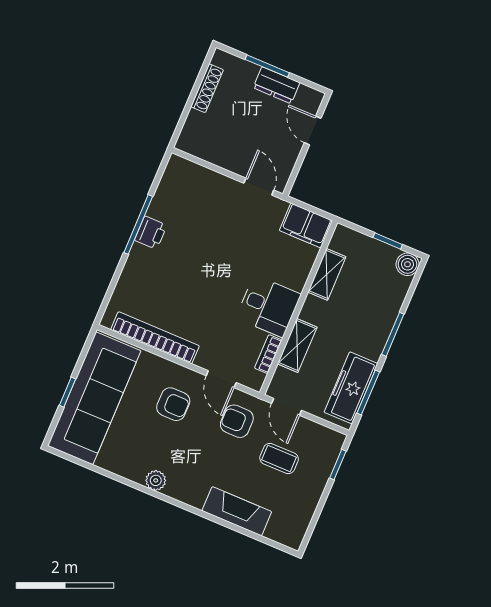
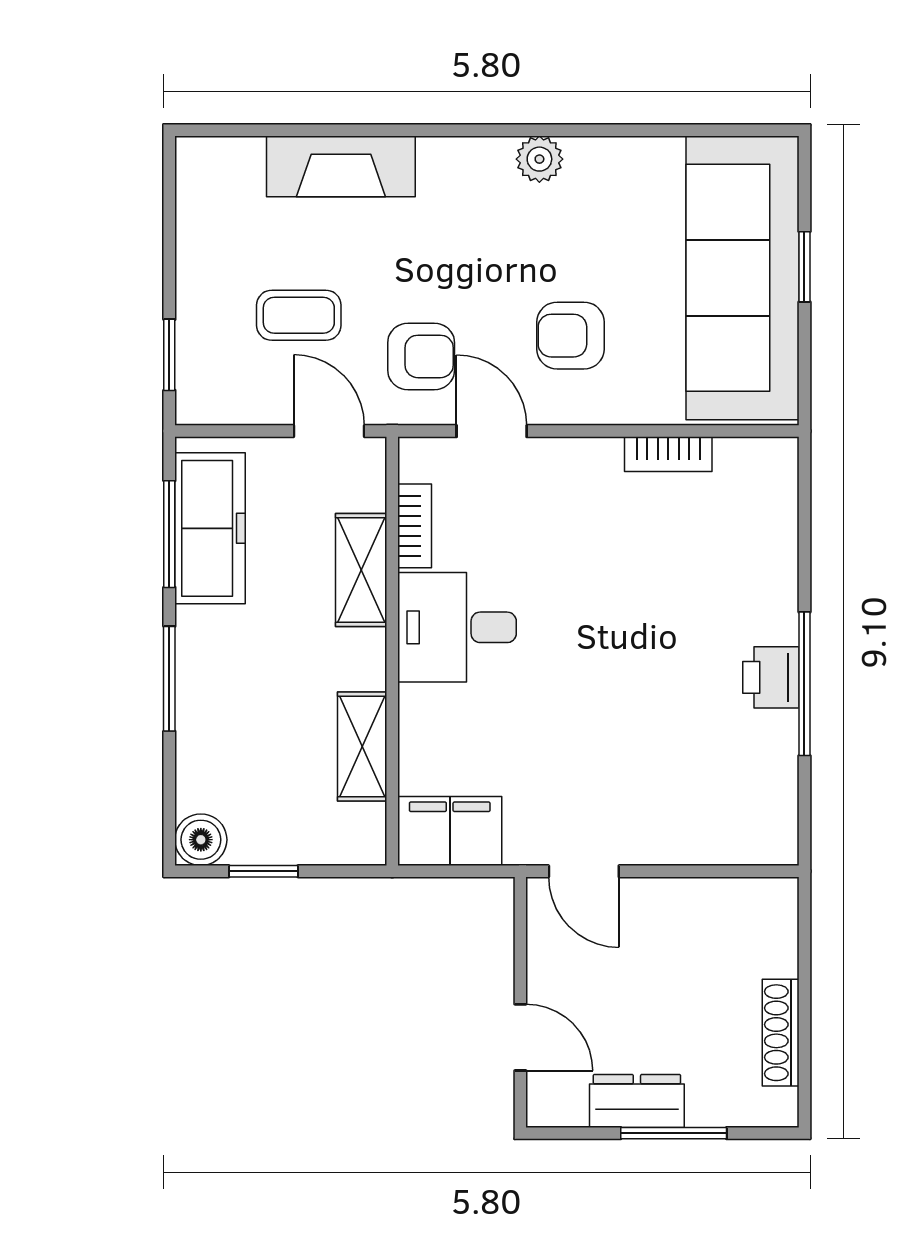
bookcase: (155, 338) -> (668, 454), width x0.43, depth x0.76

